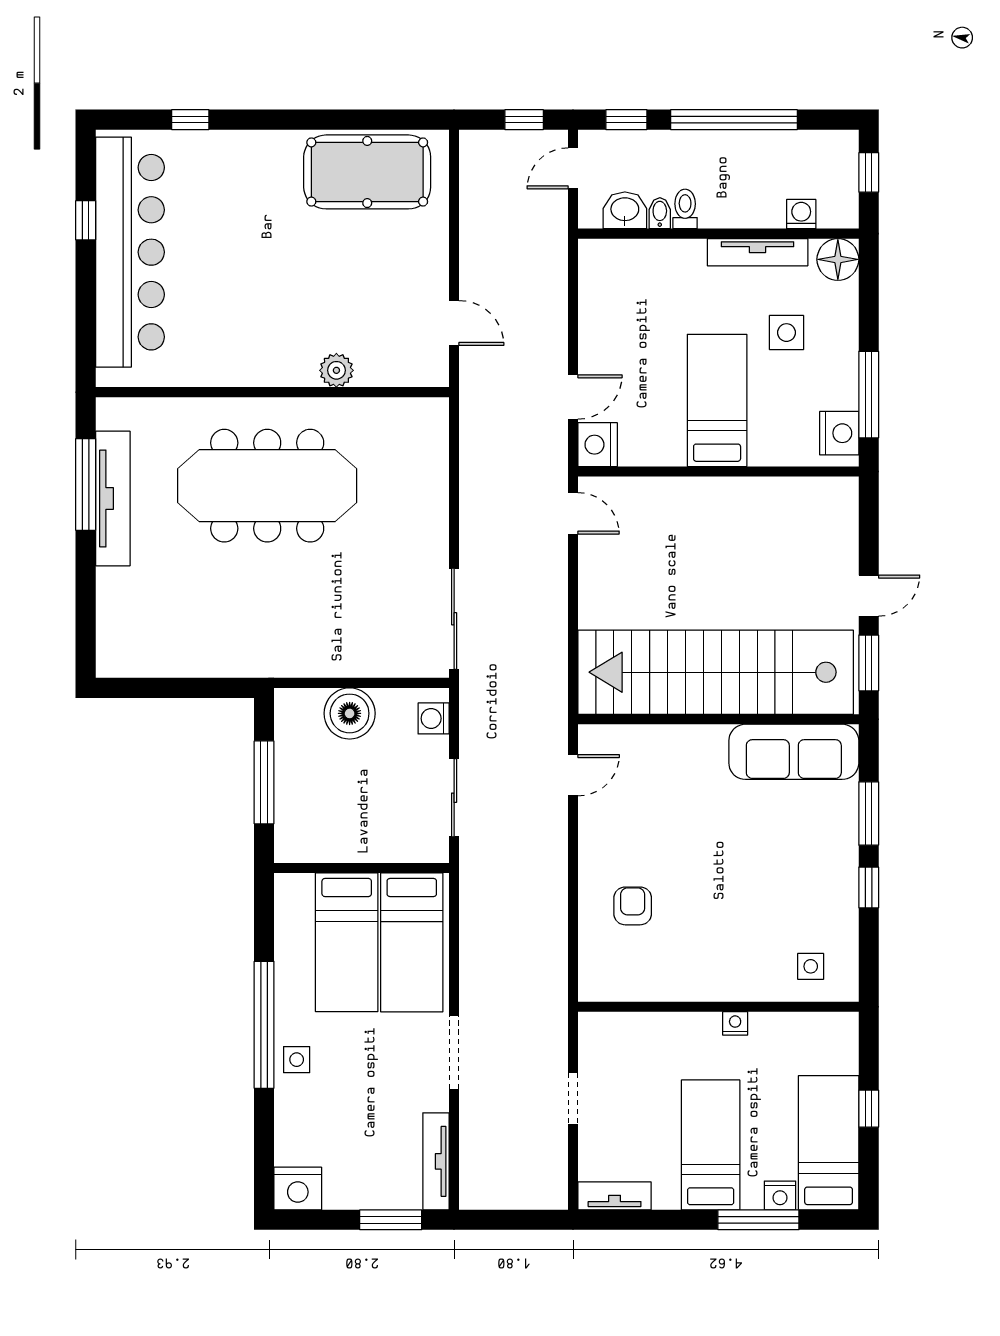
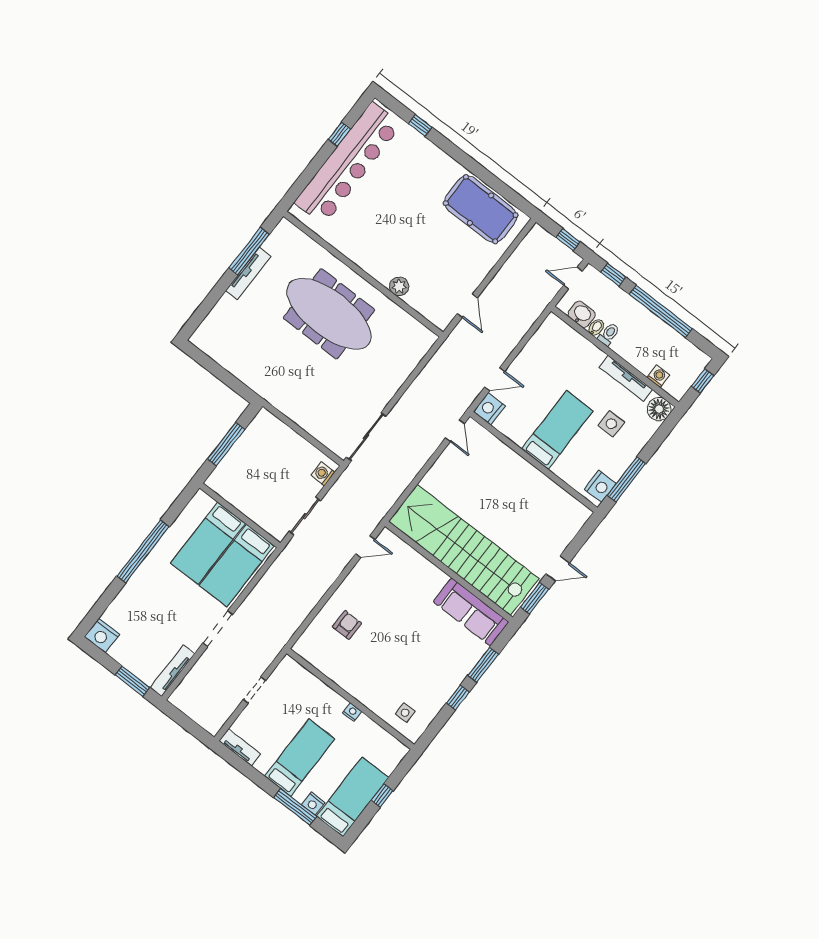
tv unit: (113, 498) -> (248, 273), width x0.73, depth x0.78
boiler: (350, 713) -> (287, 443), removed
side table: (297, 1060) -> (146, 578), removed

